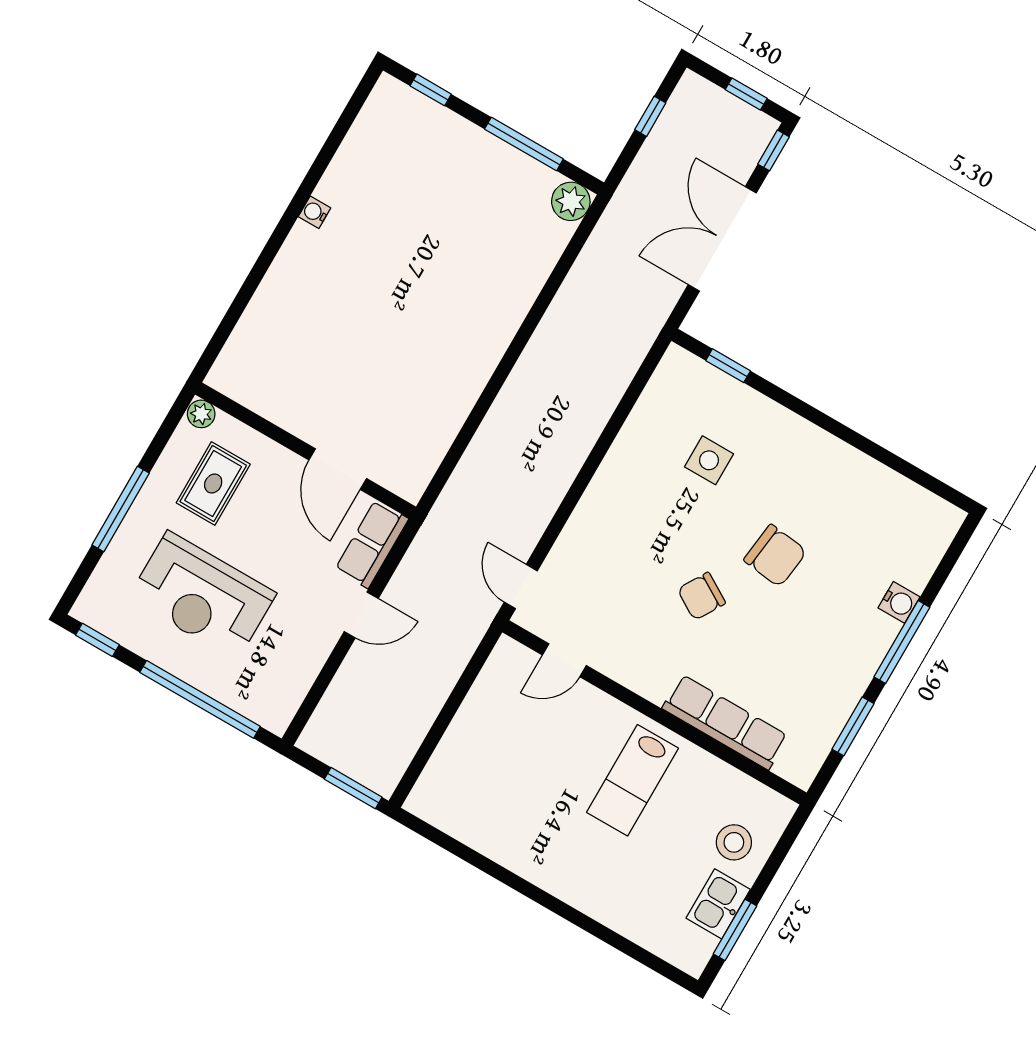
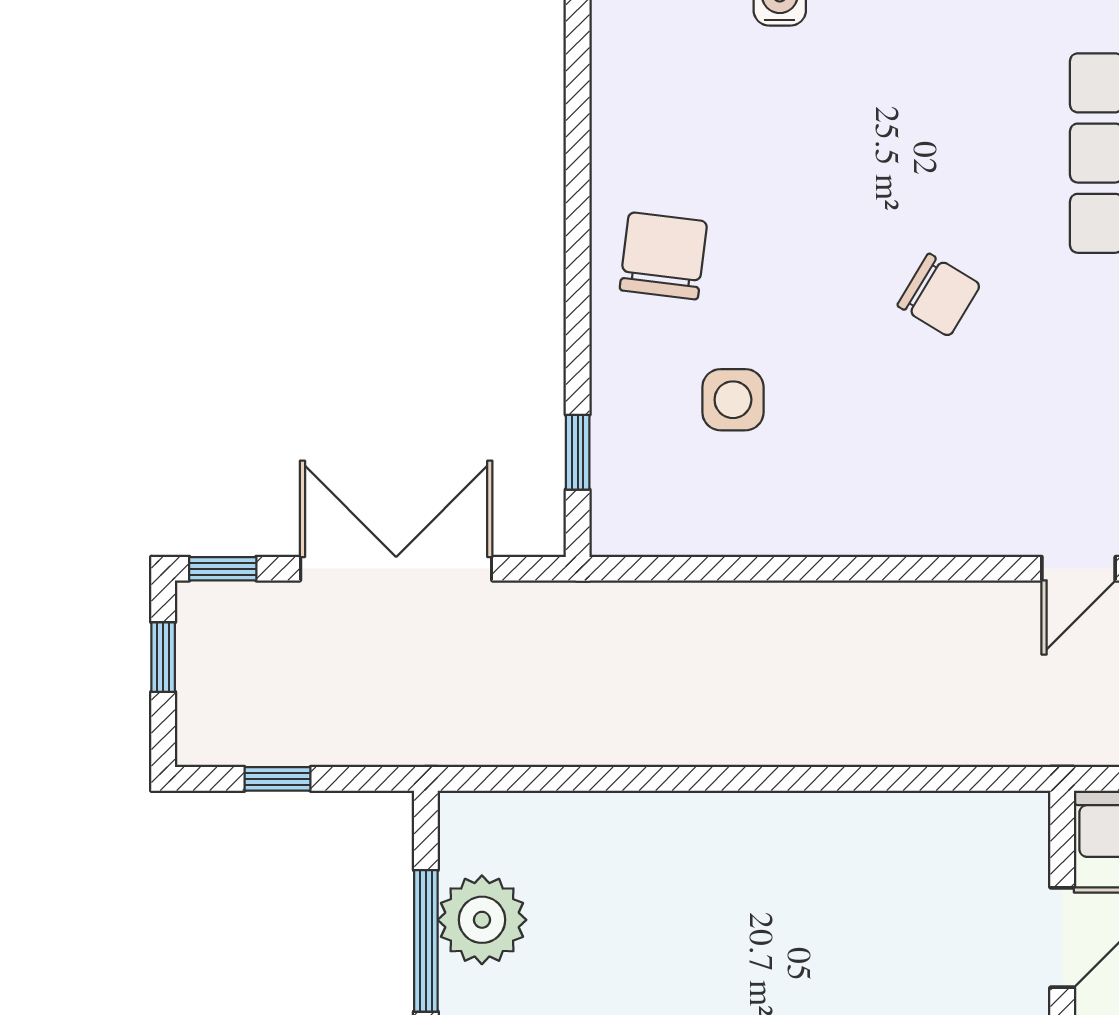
plant: (571, 201) -> (482, 920), moved, width x1.36, depth x1.36
double door: (722, 239) -> (396, 569), swing flipped
chair: (775, 556) -> (663, 256), moved

